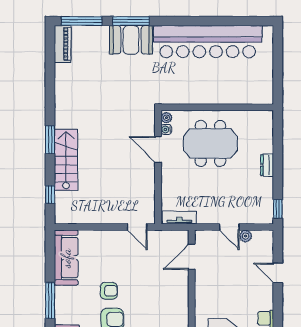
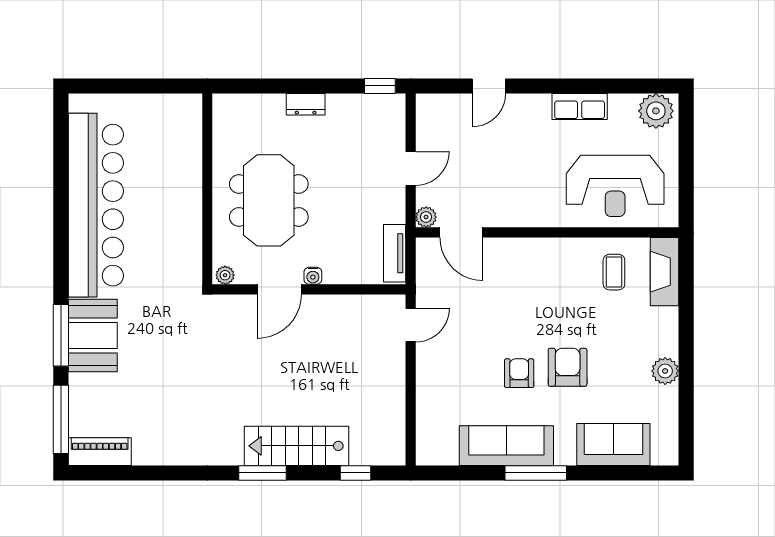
water cooler: (166, 129) -> (313, 276), moved
plant: (246, 236) -> (426, 217), moved
sofa: (66, 258) -> (506, 446), moved

